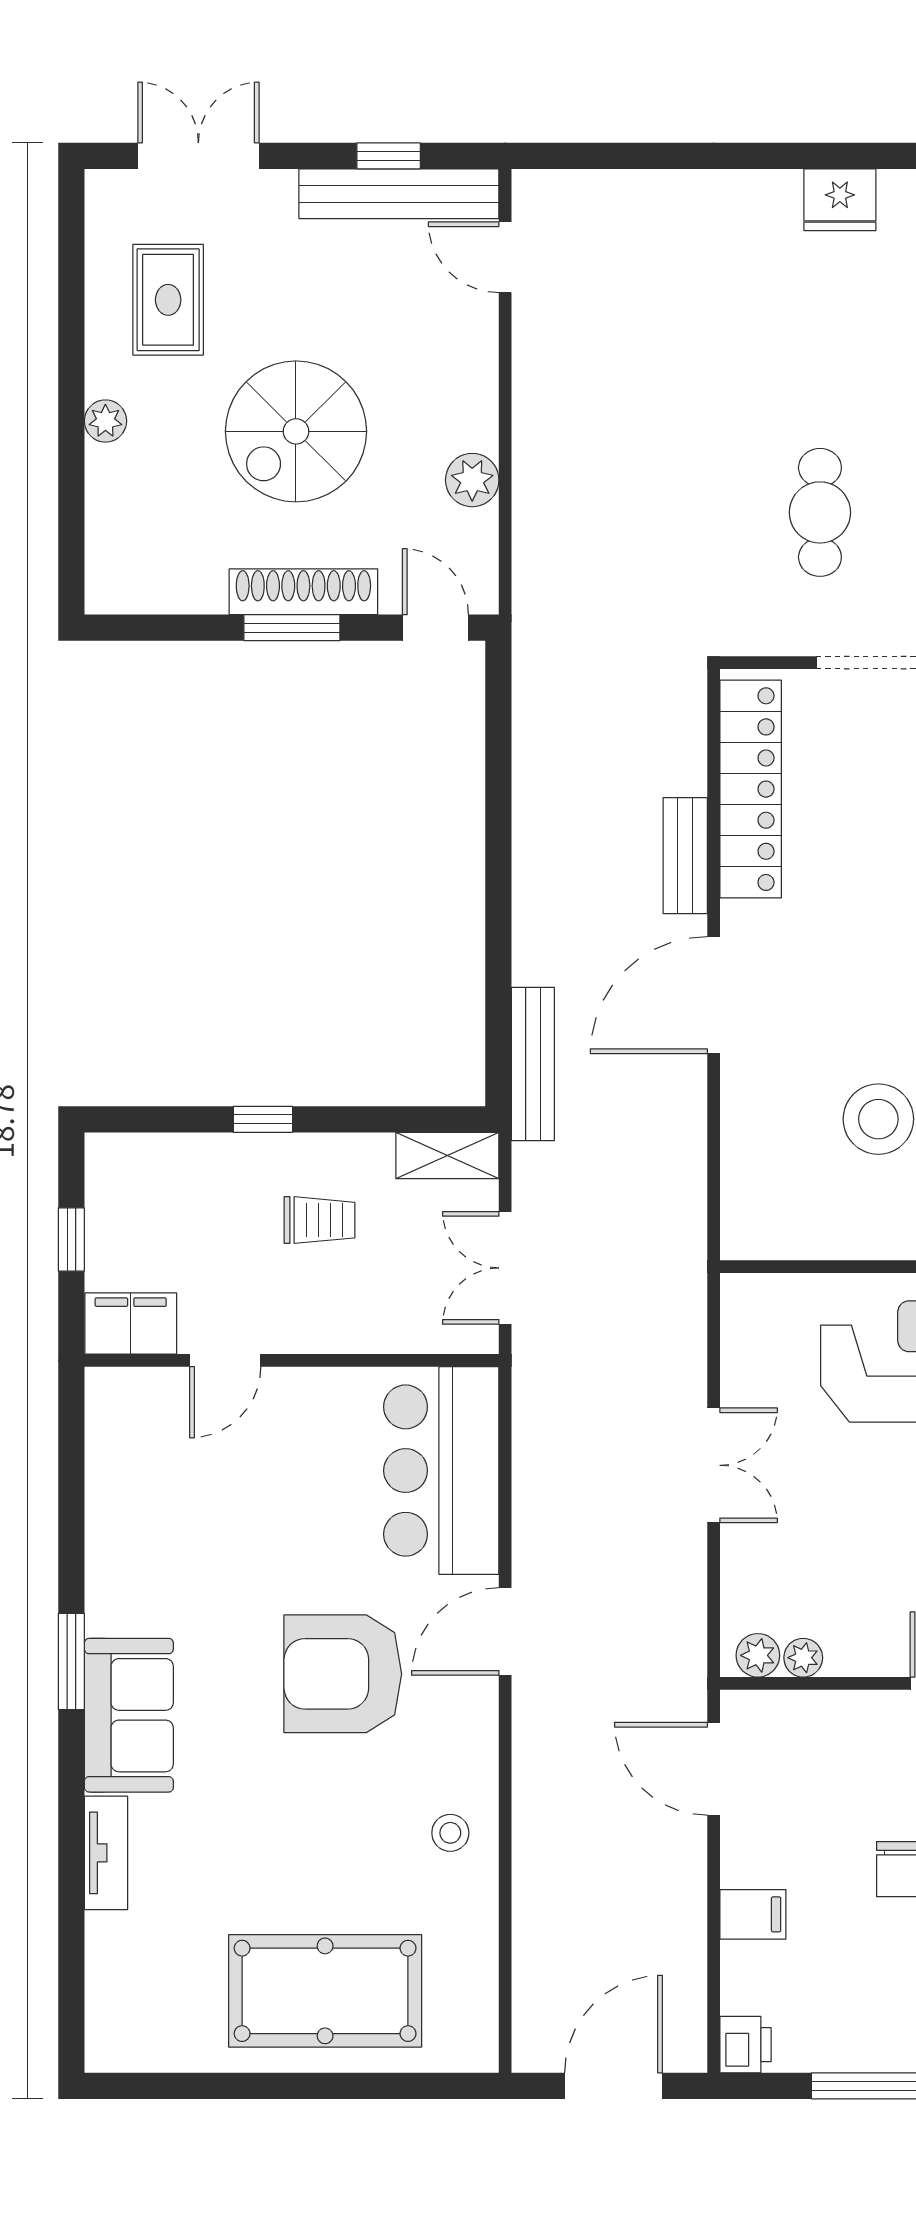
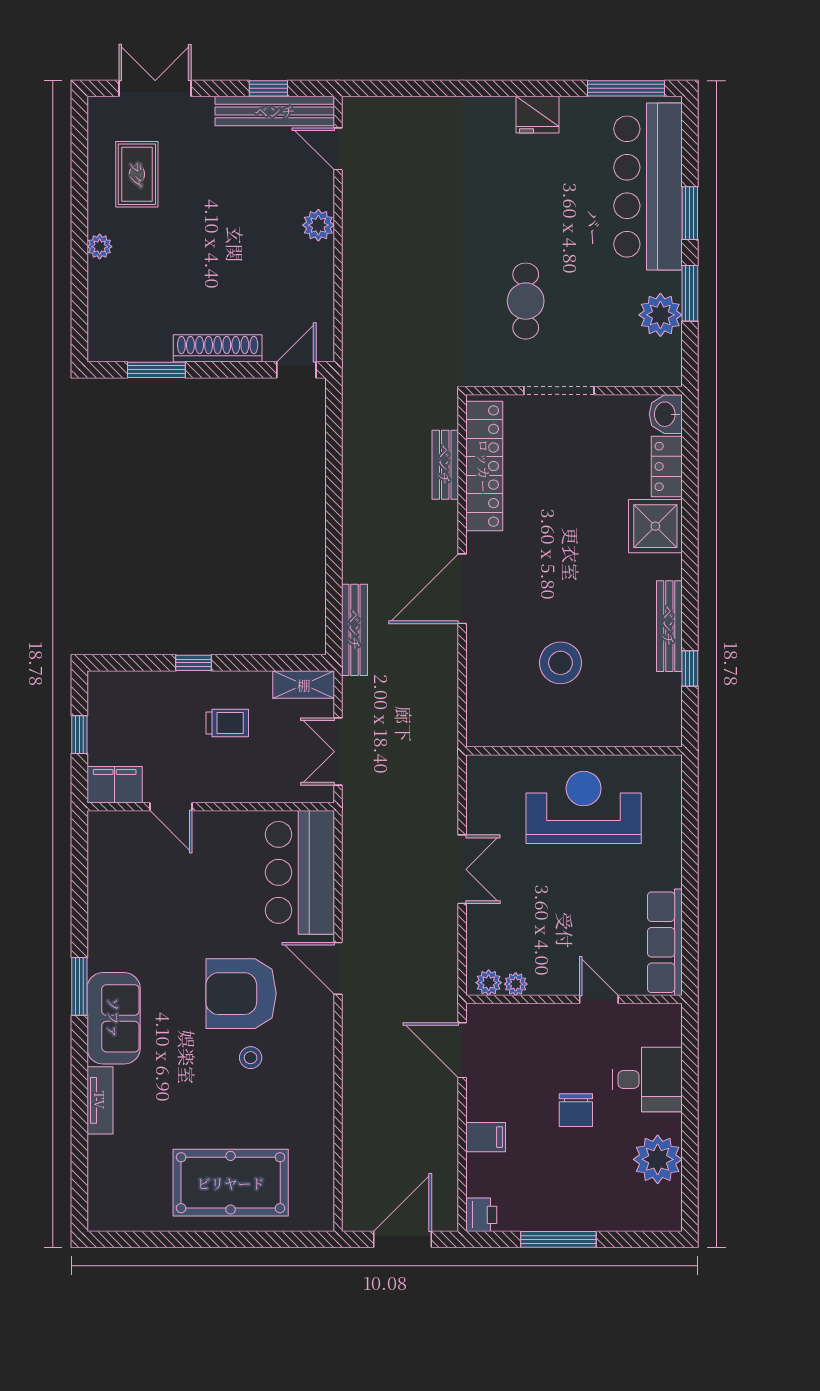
spiral stairs: (296, 431) -> (213, 253), removed
plant: (472, 480) -> (318, 225), moved
window: (292, 628) -> (156, 370), moved
door: (435, 628) -> (296, 370), hinge flipped
bench: (685, 856) -> (445, 465), moved
door: (225, 1360) -> (171, 807), hinge flipped
door: (505, 1631) -> (338, 968), hinge flipped
stool: (450, 1833) -> (251, 1058), moved

